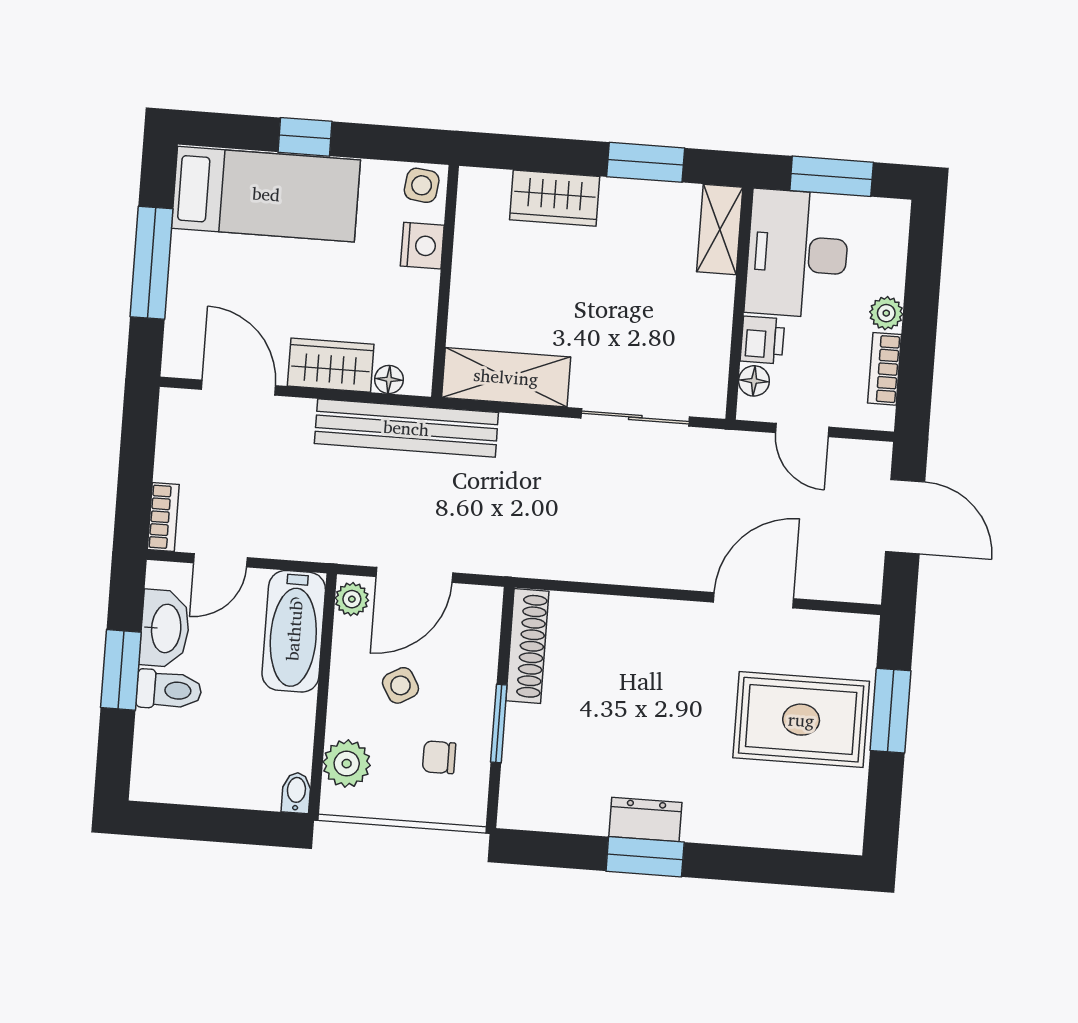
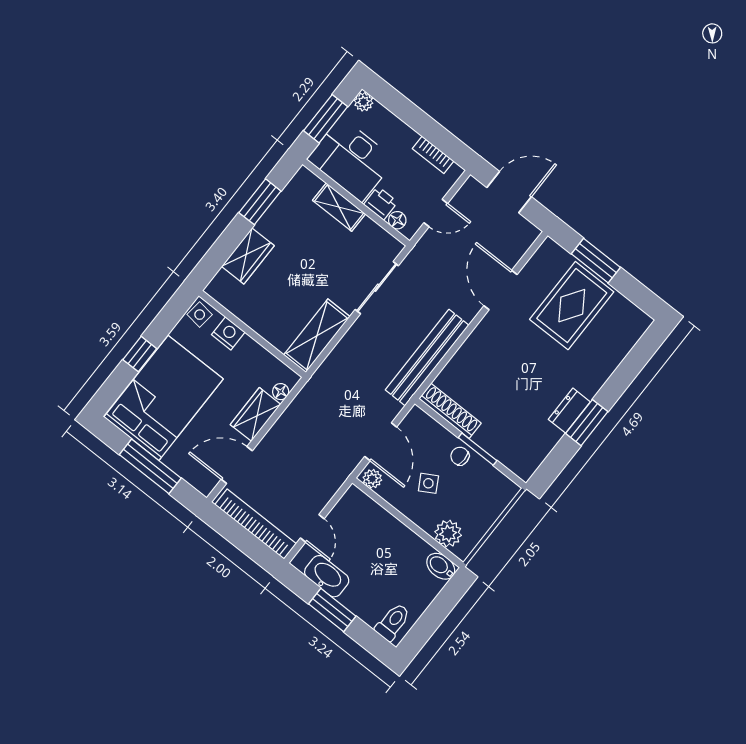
bed: (266, 194) -> (164, 398), width x1.50
shelving: (720, 229) -> (339, 207), moved
plant: (886, 313) -> (364, 102), moved
bench: (406, 428) -> (427, 358), moved
bookcase: (163, 517) -> (256, 524), width x2.31, depth x1.31
bathtub: (294, 631) -> (369, 516), removed
toilet: (169, 690) -> (393, 622), moved
chair: (439, 757) -> (460, 456), moved, turned 90
bidet: (296, 793) -> (441, 566), width x1.38, depth x1.36

